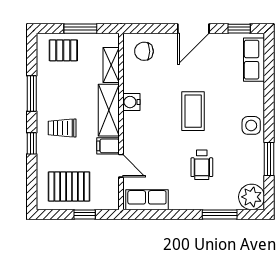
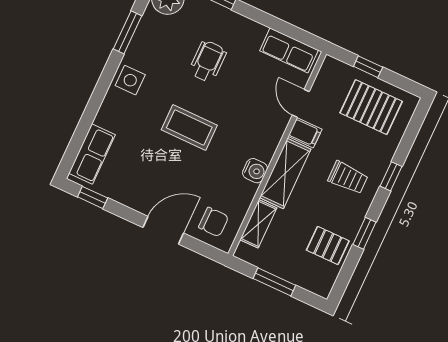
door: (193, 29) -> (163, 230), moved
pallet: (63, 50) -> (328, 245), moved
window: (32, 93) -> (364, 233), width x0.67
coffee table: (193, 111) -> (189, 127), turned 90

